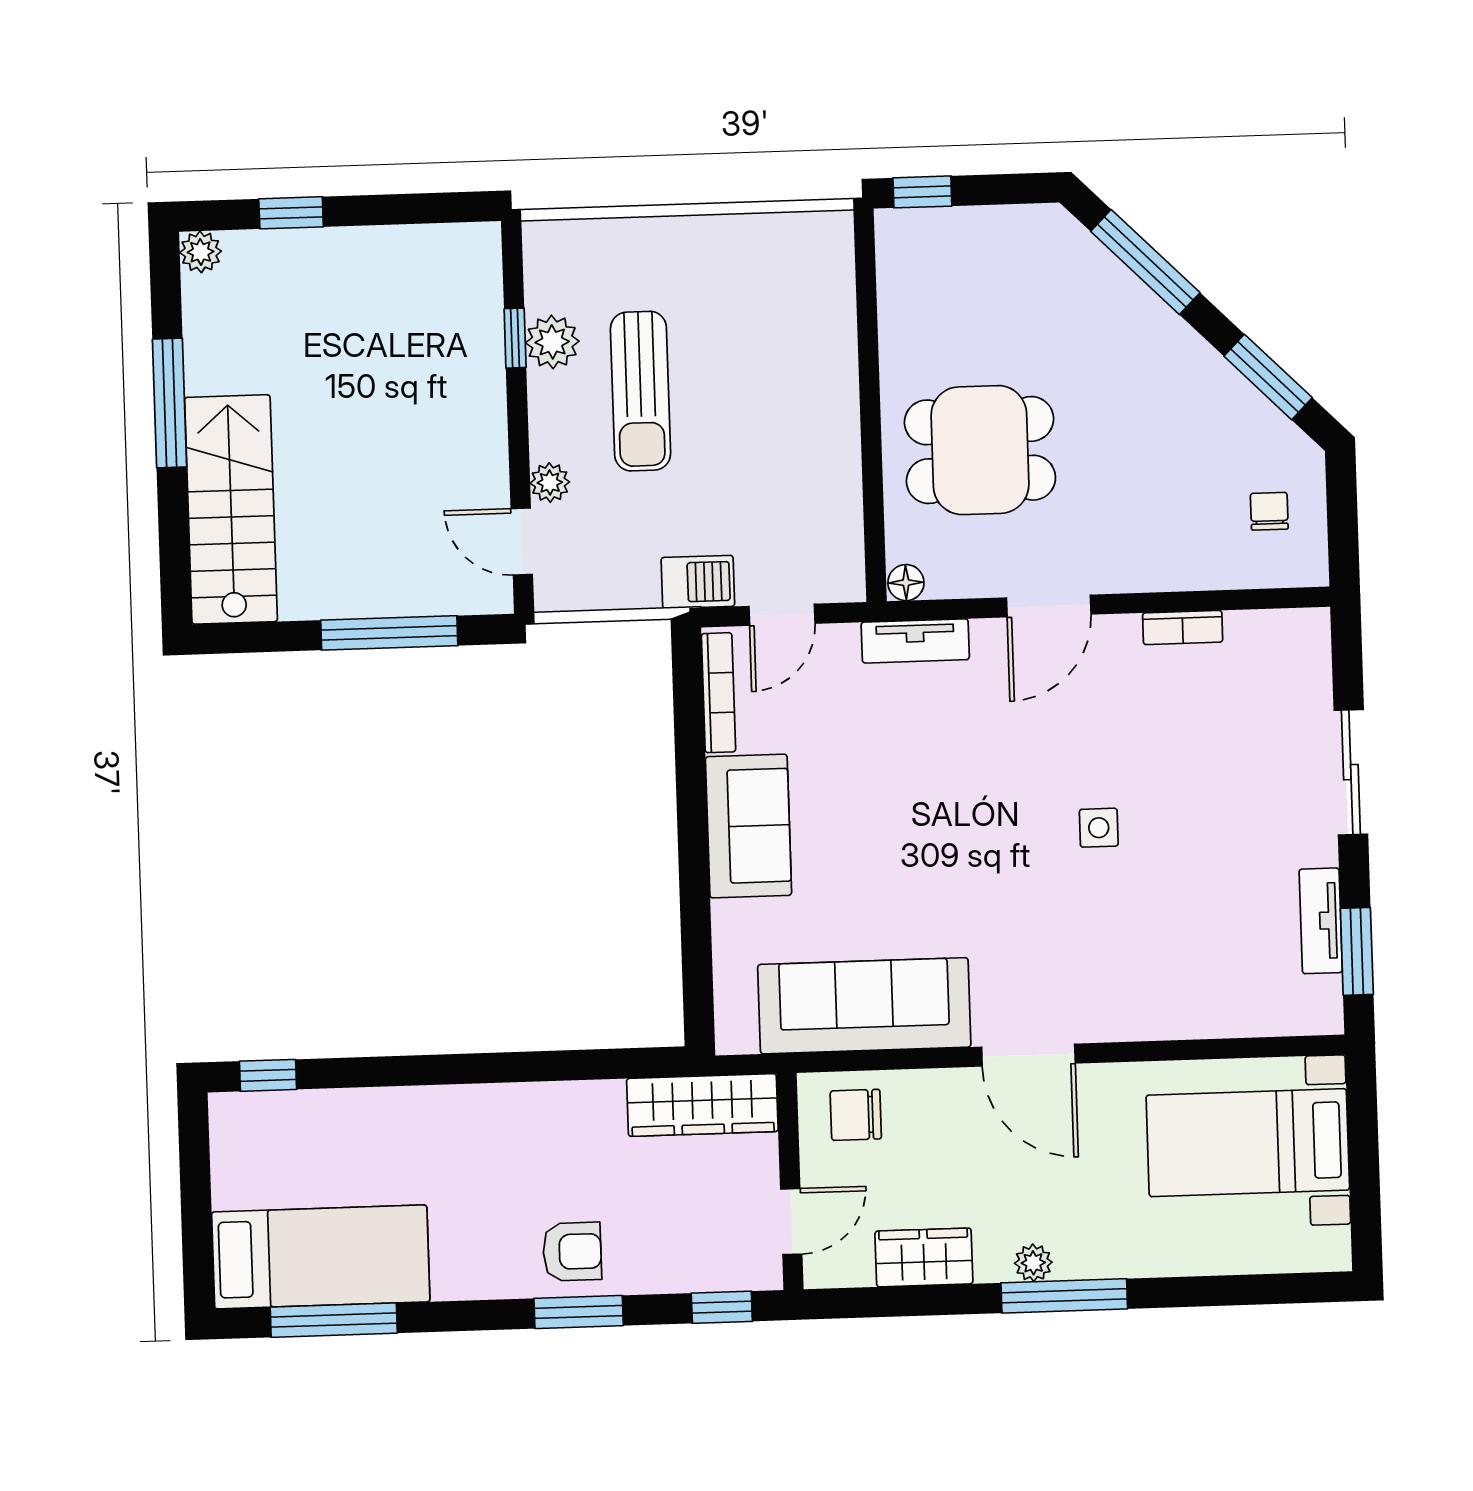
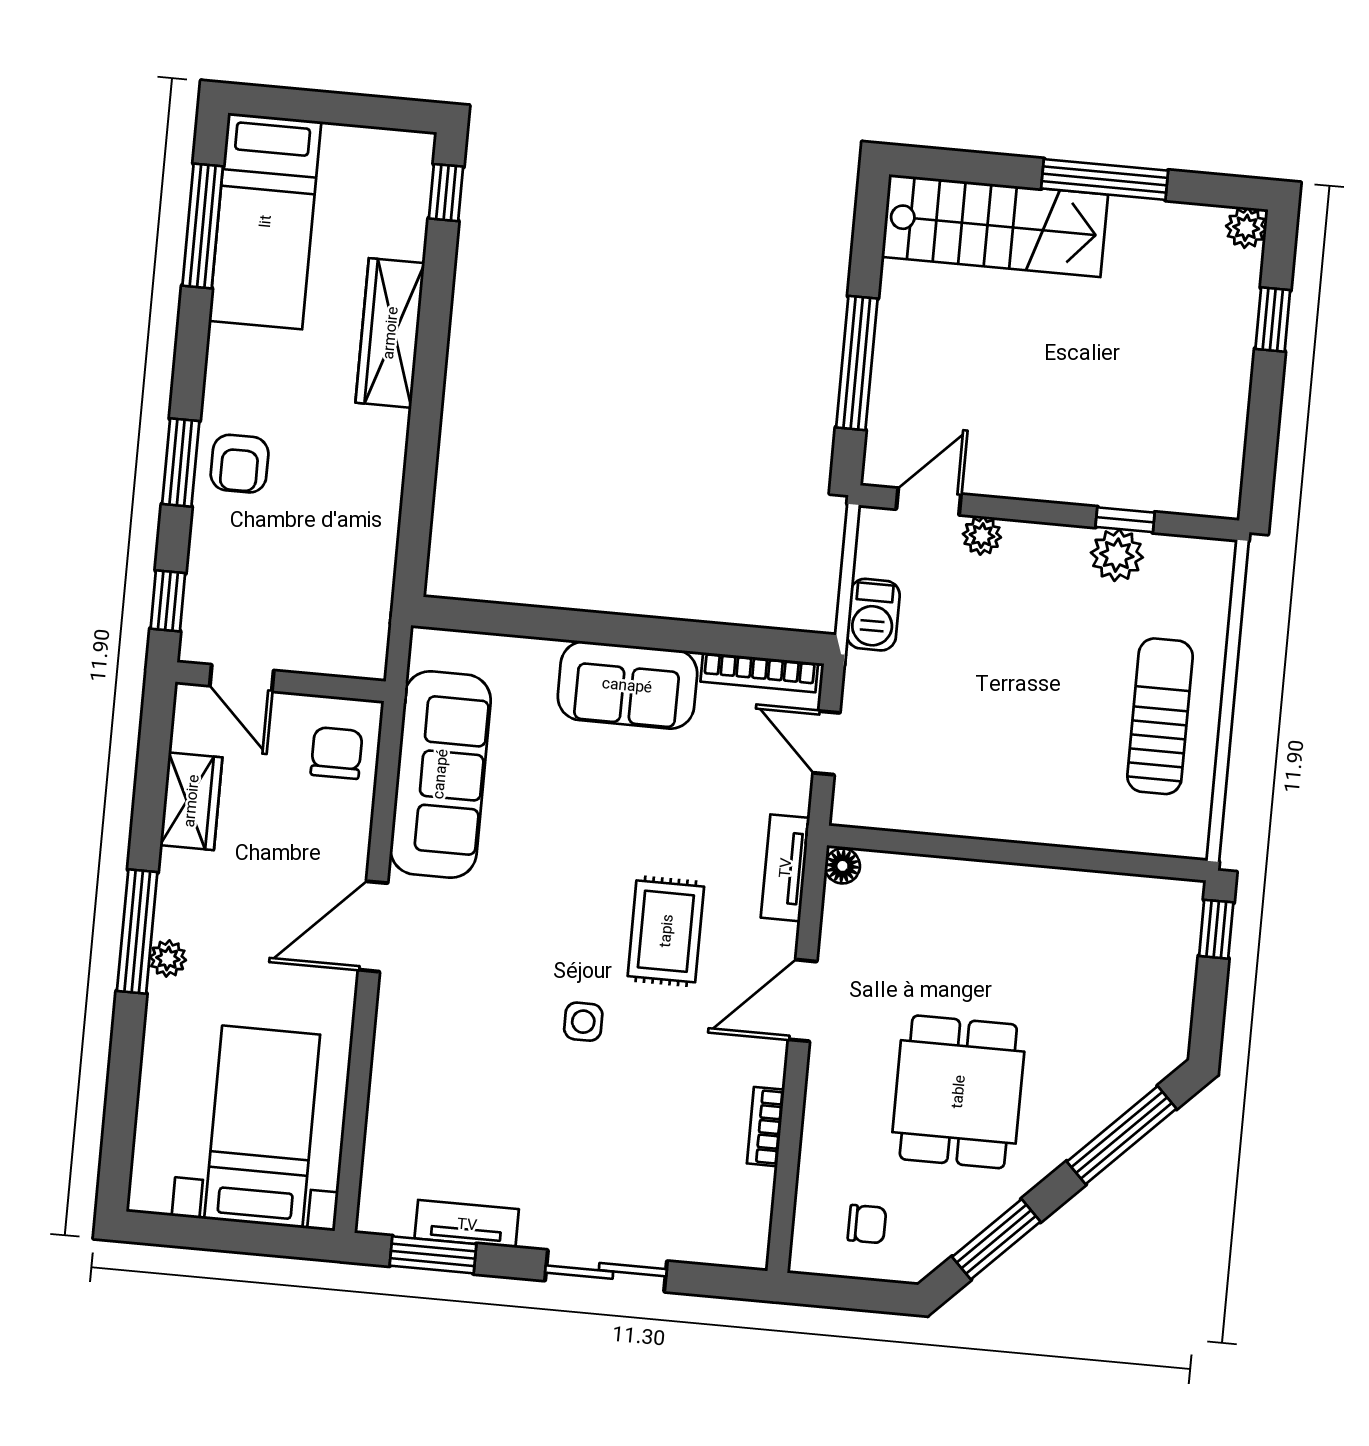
sun lounger: (641, 391) -> (1160, 716), moved, turned 90
dining table: (980, 450) -> (958, 1092), moved
barbecue: (698, 582) -> (873, 615), moved
door: (1049, 606) -> (803, 1000), hinge flipped
rug: (996, 755) -> (666, 931), added
wardrobe: (702, 1105) -> (390, 333), moved
plant: (1033, 1263) -> (168, 958), moved

